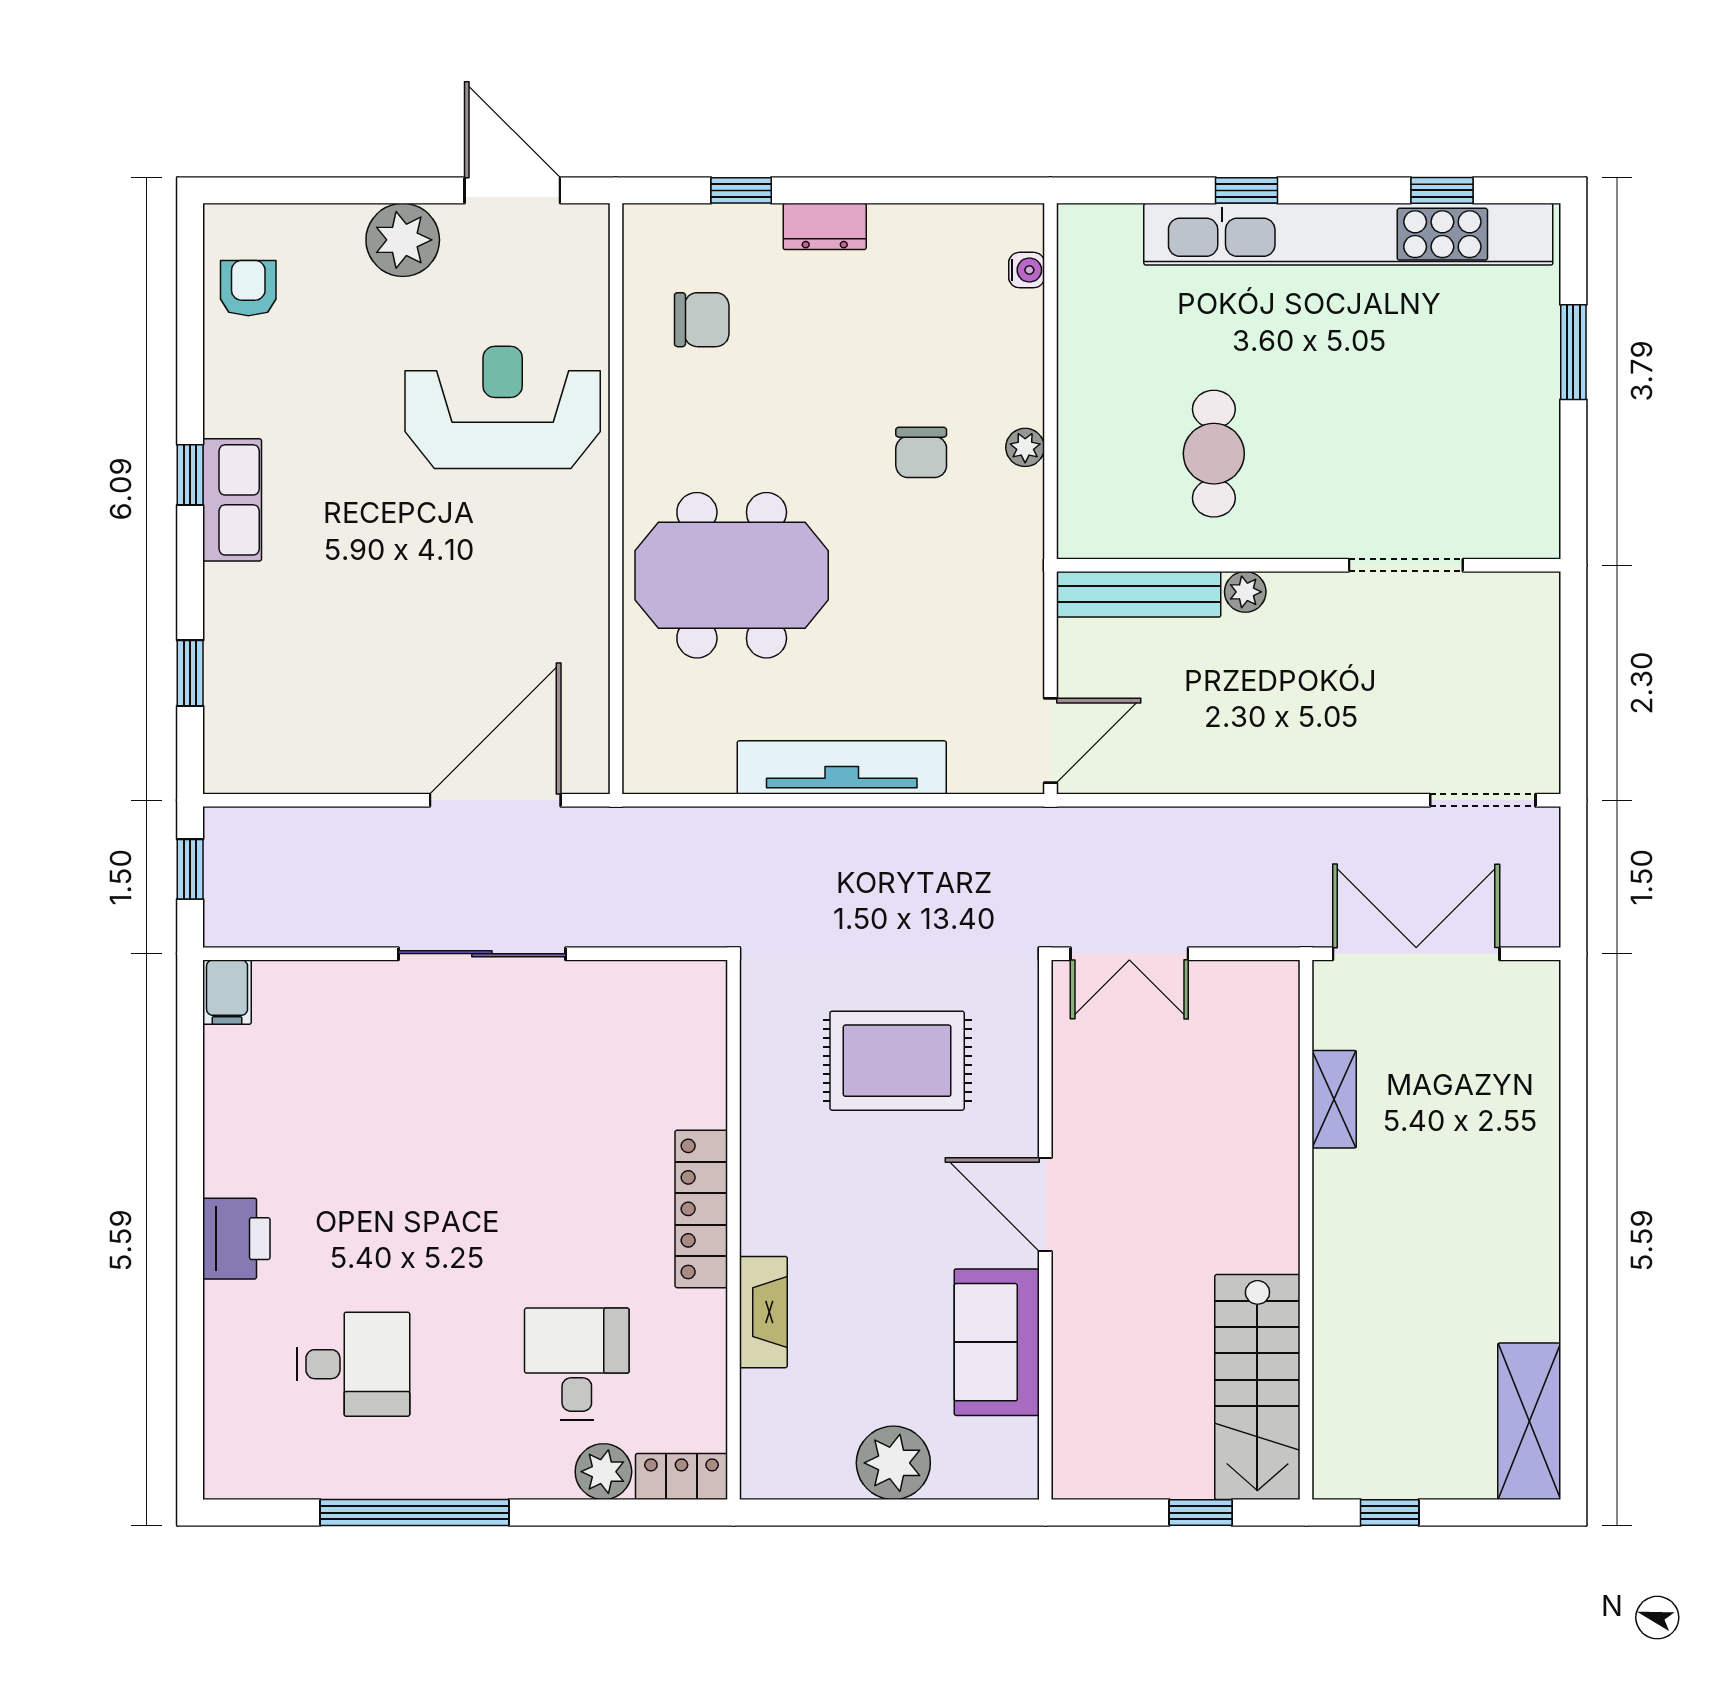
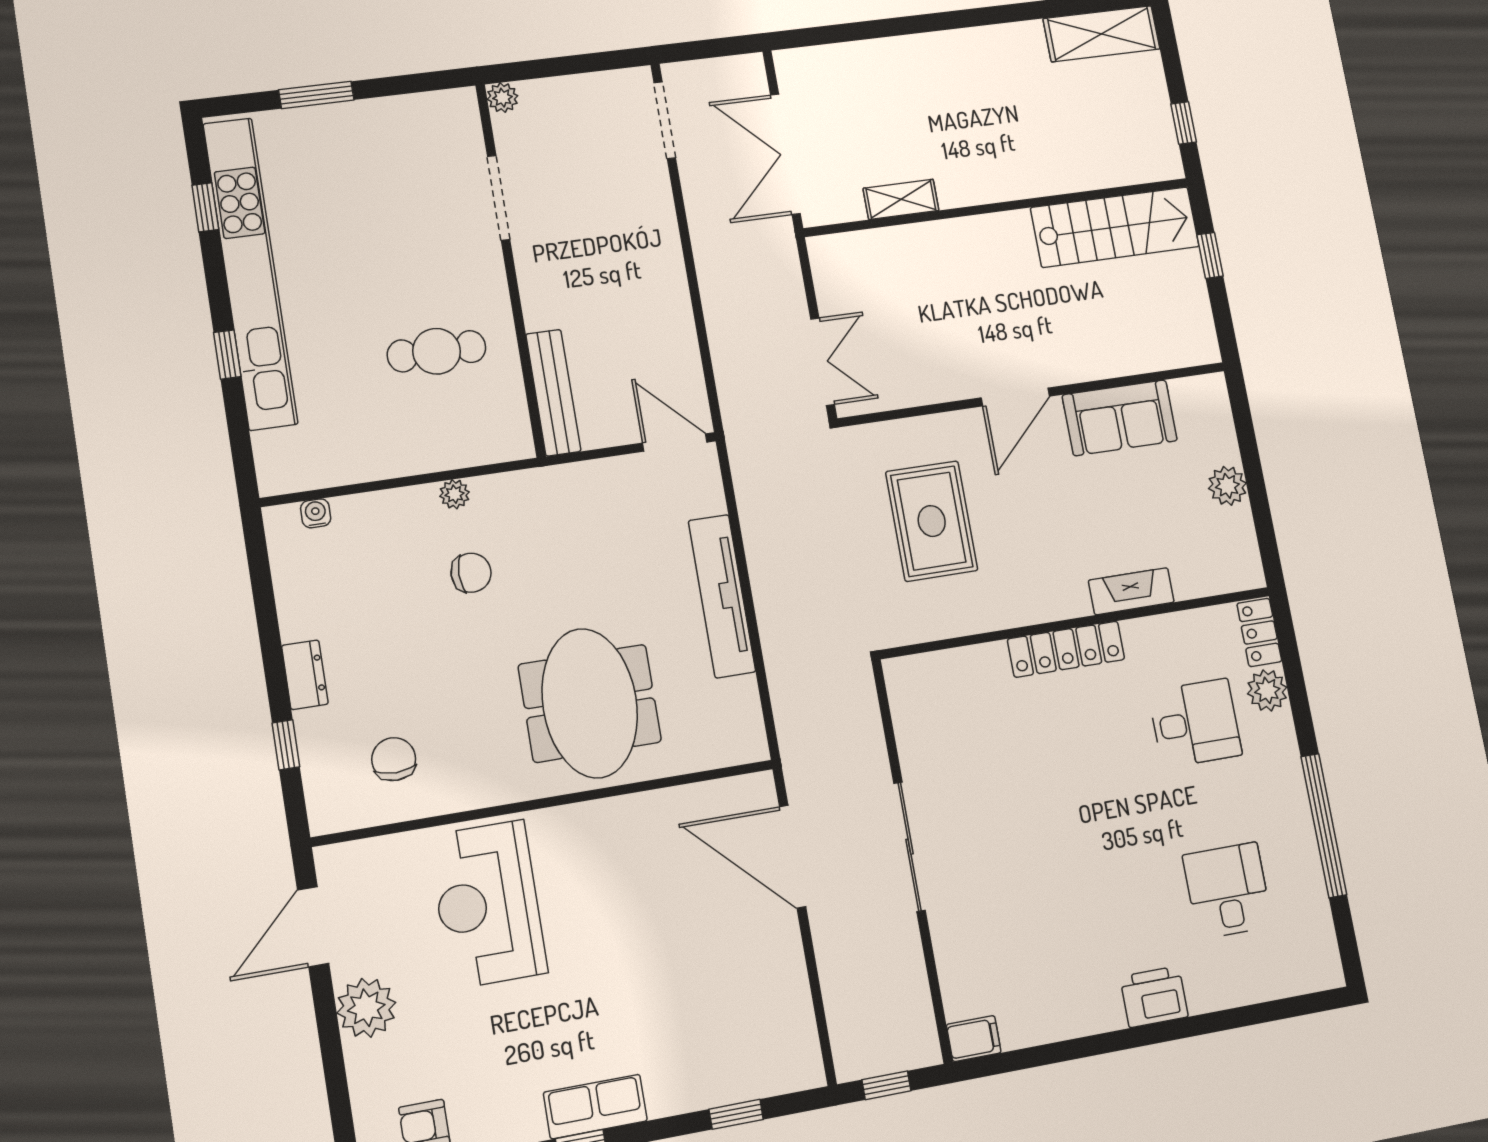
plant: (1245, 592) -> (503, 98), moved
desk: (577, 1364) -> (1195, 723), turned 180
plant: (893, 1463) -> (1227, 486), width x0.73, depth x0.73

